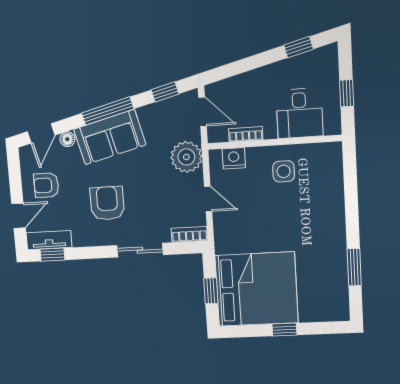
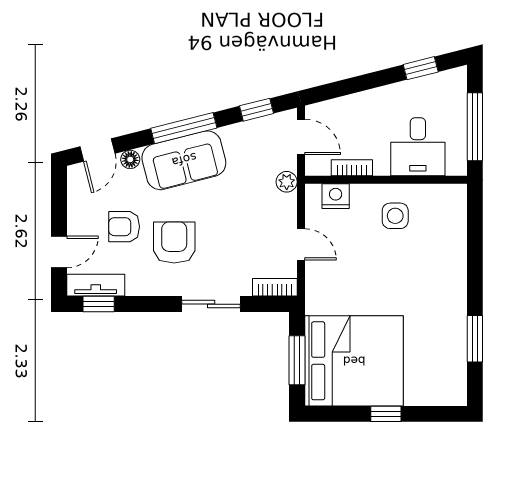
window: (347, 93) -> (475, 127), width x2.17
plant: (186, 157) -> (287, 182), width x0.53, depth x0.53
armchair: (46, 185) -> (124, 227), moved
window: (211, 291) -> (297, 360), width x1.50

